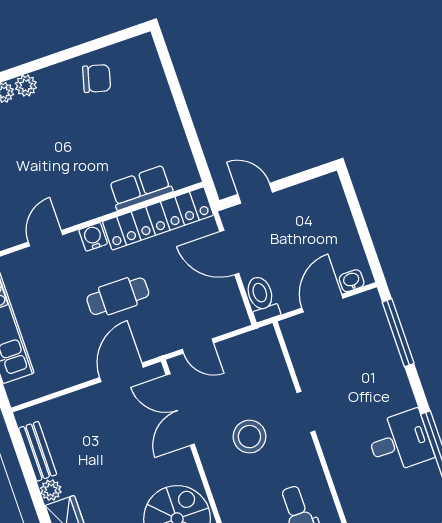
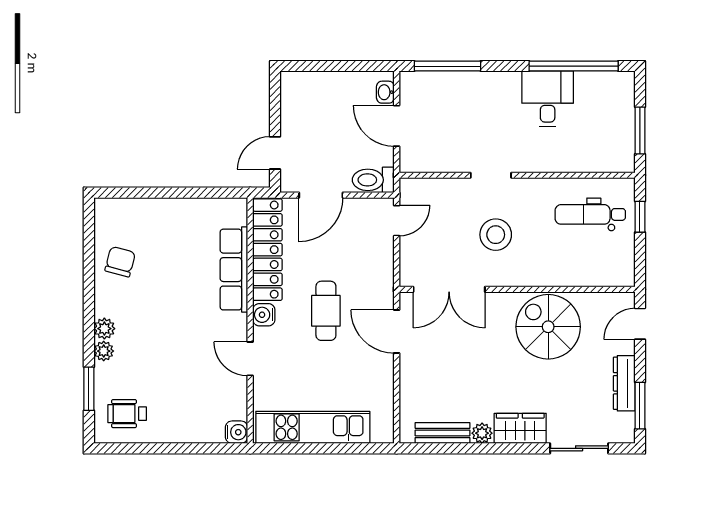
row of seats: (141, 188) -> (234, 270), width x1.48
door: (198, 346) -> (397, 221), moved

